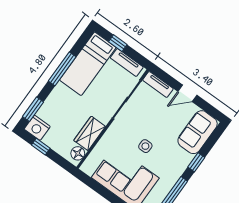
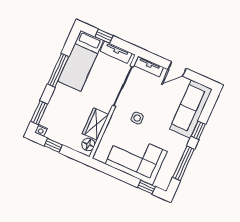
nightstand: (37, 128) -> (41, 130), width x0.53, depth x0.56
sofa: (198, 132) -> (191, 109), width x1.36
side table: (145, 146) -> (137, 118), moved

